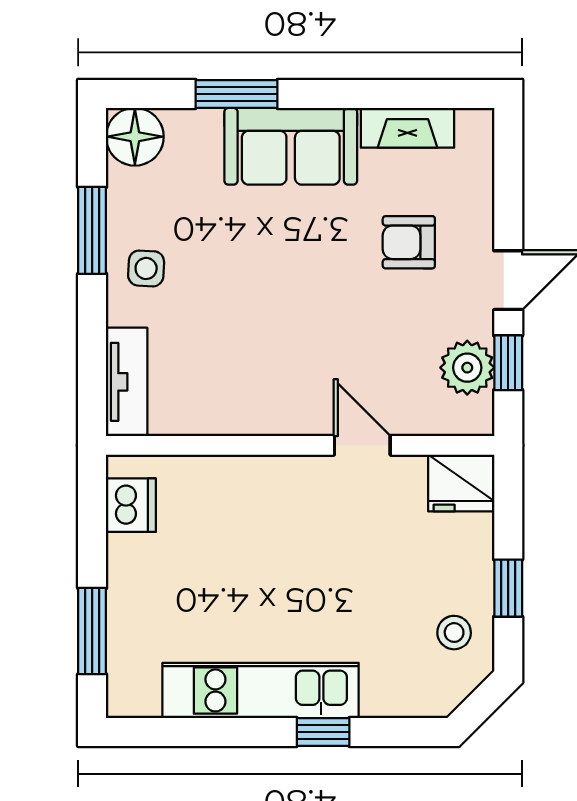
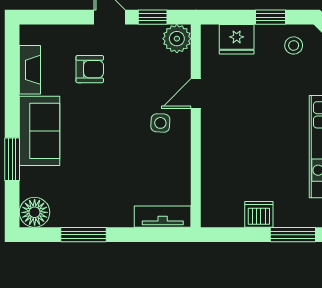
armchair: (409, 242) -> (90, 69), turned -90
side table: (146, 268) -> (160, 123), moved
plant: (467, 368) -> (177, 39), moved
fridge: (461, 483) -> (237, 39), moved, turned 90
dishwasher: (131, 505) -> (259, 214), moved

